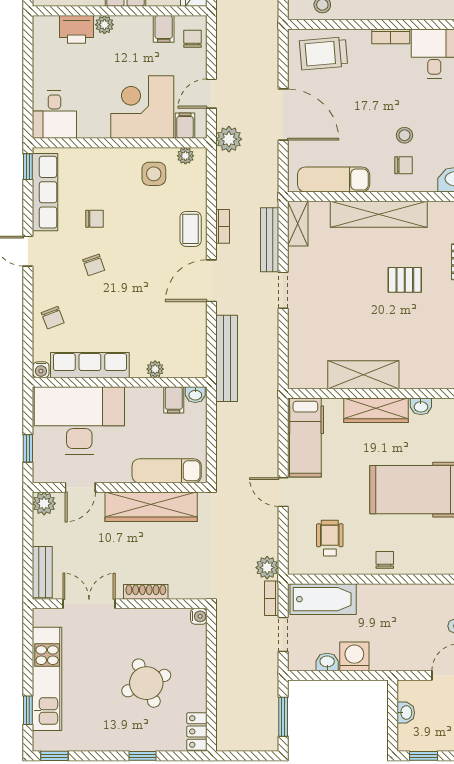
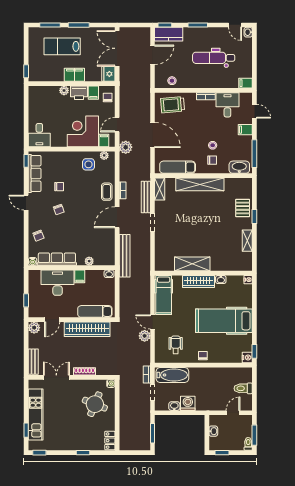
printer: (76, 29) -> (79, 93), moved
pallet: (405, 280) -> (213, 217), removed
filing cabinet: (174, 400) -> (80, 276), moved
desk: (79, 420) -> (58, 283), width x0.73, depth x0.77
plant: (267, 568) -> (145, 336), moved
round table: (146, 683) -> (95, 404), moved, turned 45

